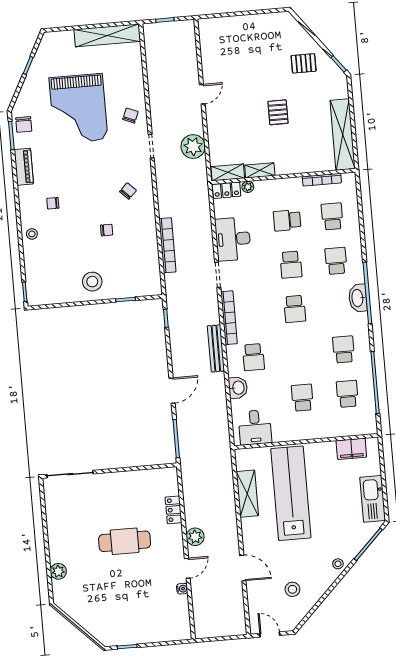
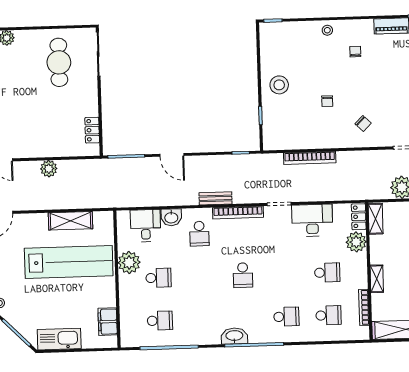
shelving: (260, 170) -> (377, 279), moved
plant: (248, 187) -> (356, 242), width x1.87, depth x1.87
school desk: (287, 220) -> (327, 272), turned 90
school desk: (291, 265) -> (285, 274), removed
washbasin: (358, 298) -> (234, 336), moved
school desk: (295, 309) -> (243, 275), turned -90
bench: (216, 348) -> (215, 198), width x0.73
school desk: (344, 349) -> (202, 319), removed
school desk: (253, 357) -> (199, 234), turned -90
desk: (255, 427) -> (146, 226), moved, turned 90
plant: (288, 430) -> (129, 262), added
locker: (173, 510) -> (92, 130), moved, turned -90
plant: (195, 537) -> (49, 169), moved
cafe table: (125, 541) -> (59, 62), moved

